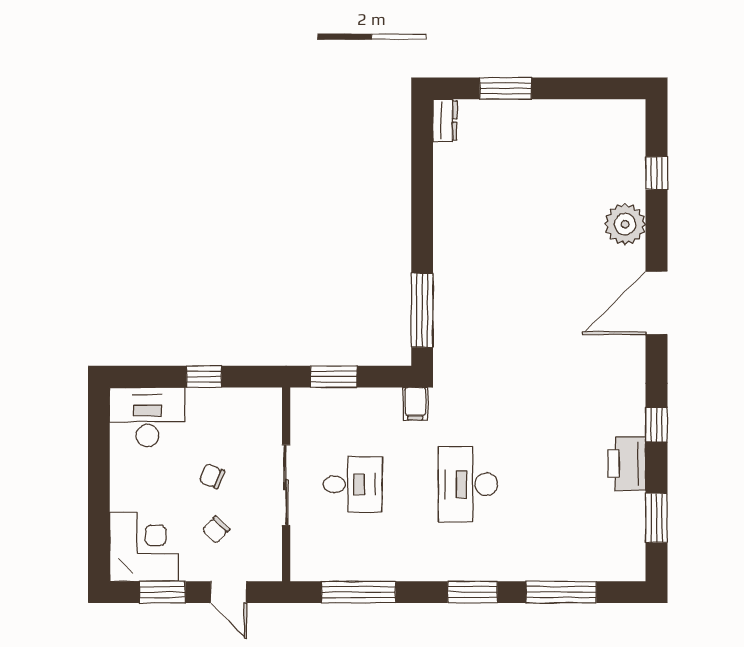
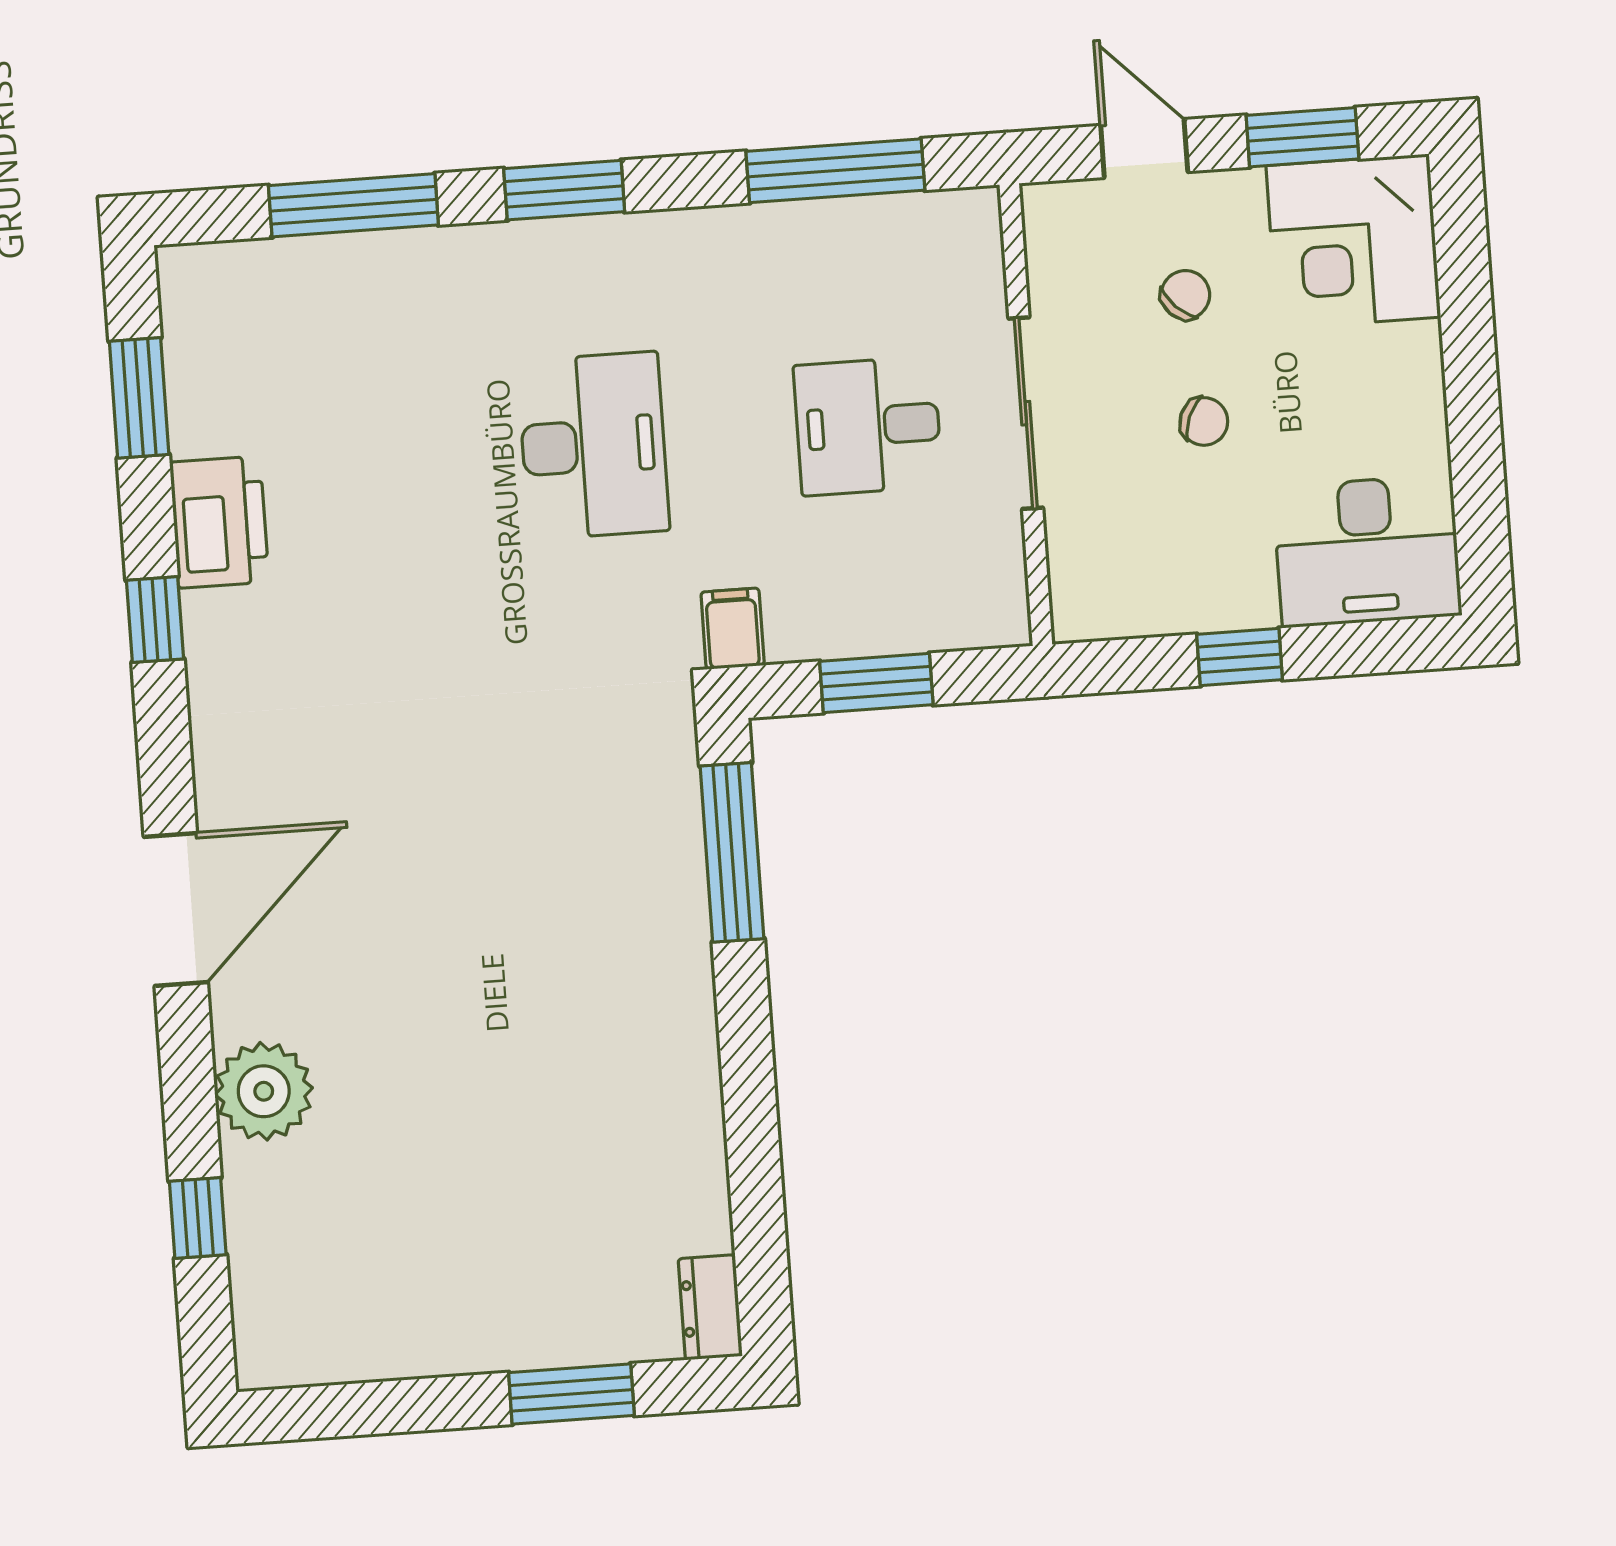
window: (334, 377) -> (876, 683), moved

